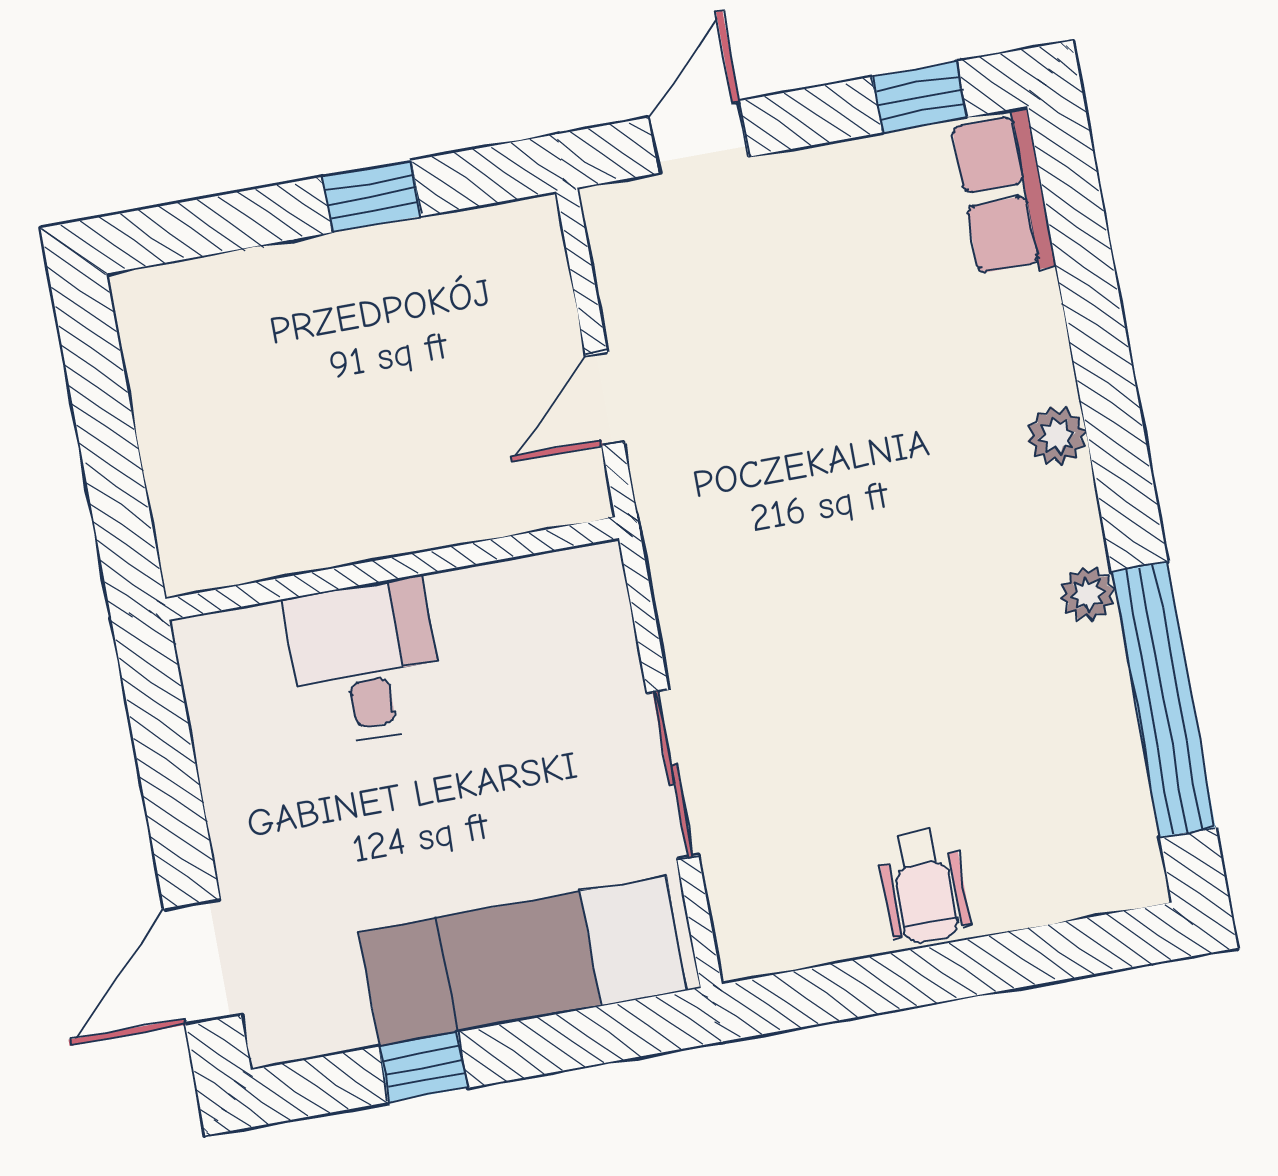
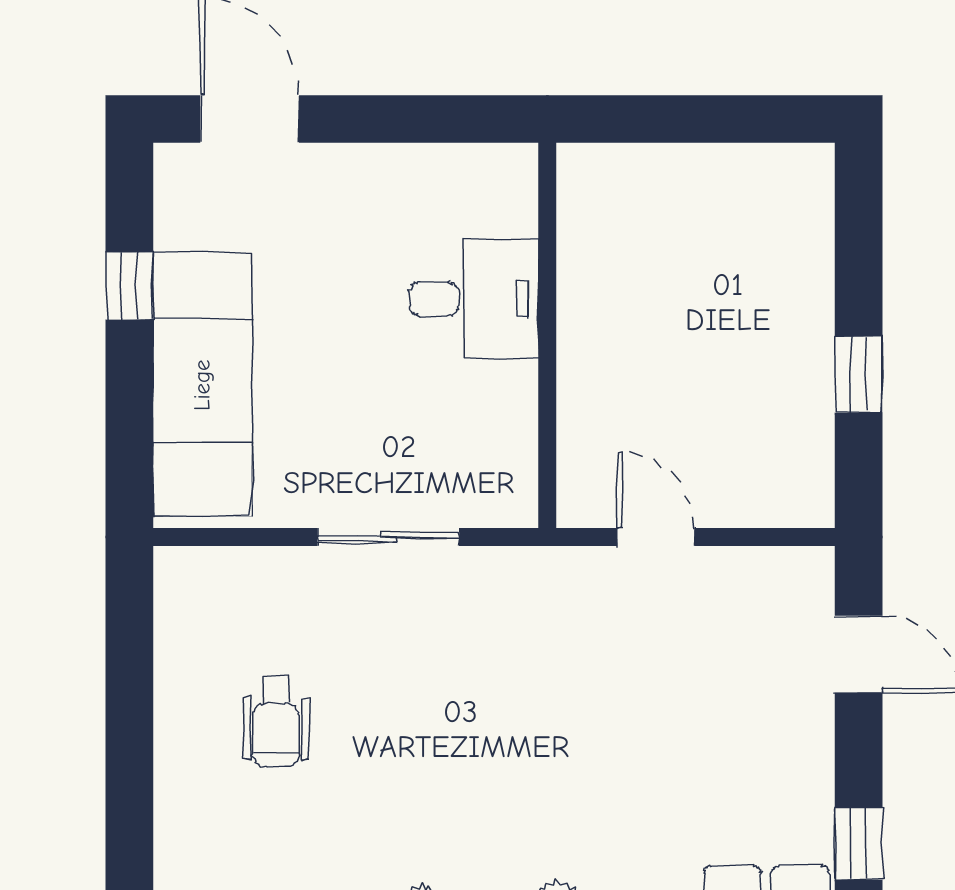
sliding door: (673, 774) -> (388, 537), moved
wheelchair: (924, 886) -> (276, 721), moved, turned -90

